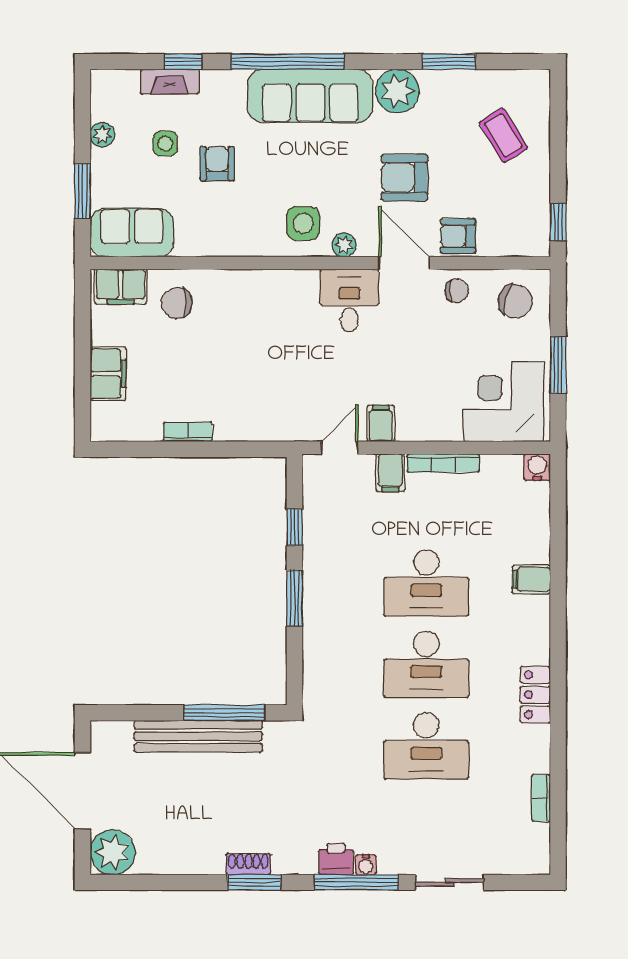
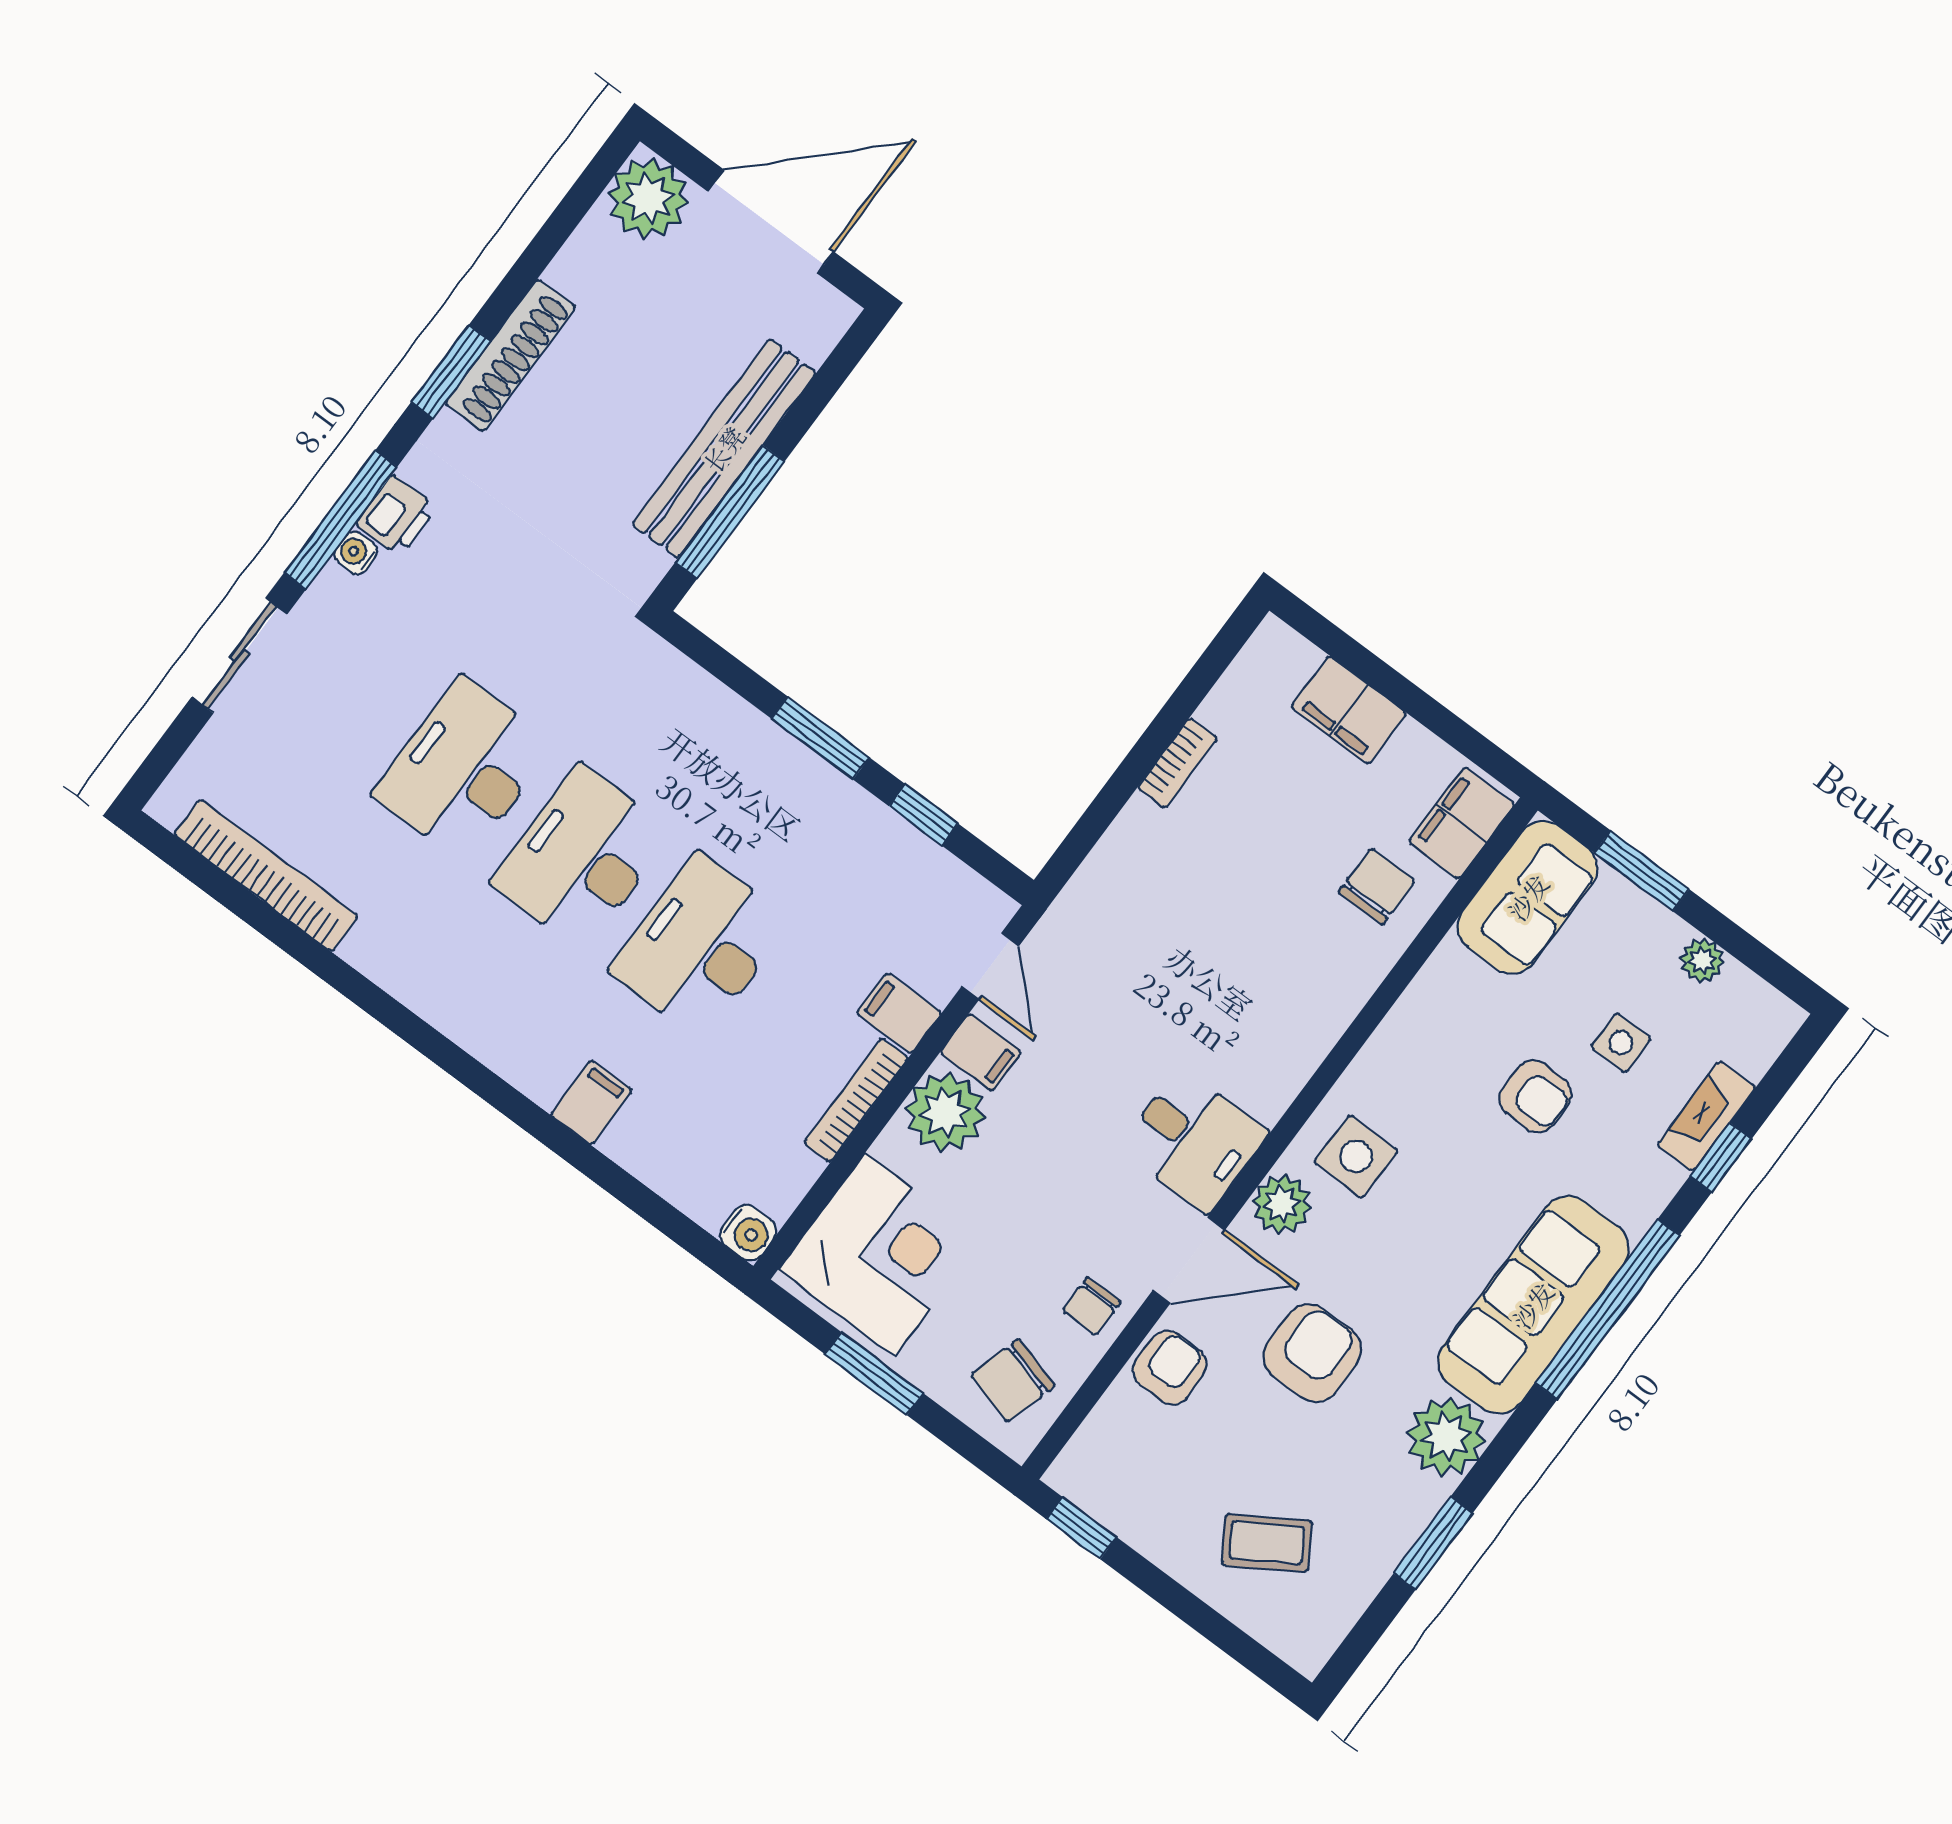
plant: (344, 245) -> (1282, 1204), width x1.38, depth x1.38
plant: (419, 420) -> (945, 1112), added
locker: (535, 695) -> (419, 983), removed
bookcase: (541, 798) -> (266, 875), width x2.31, depth x1.31
shoe rack: (248, 864) -> (510, 355), width x1.94, depth x1.24

